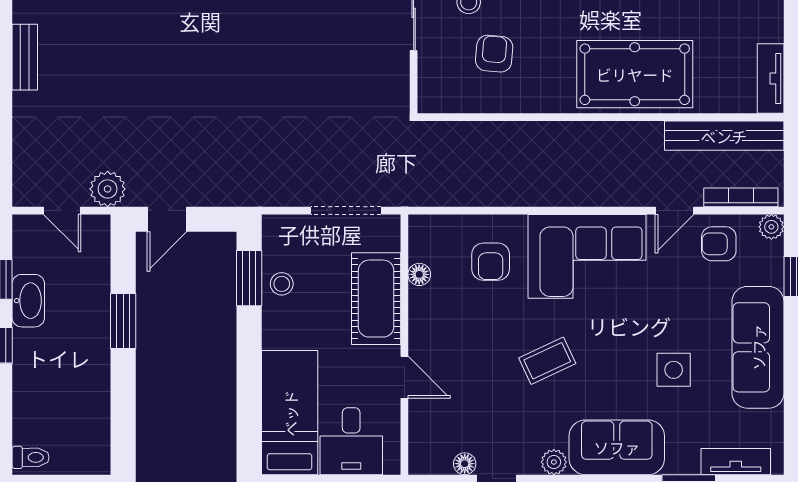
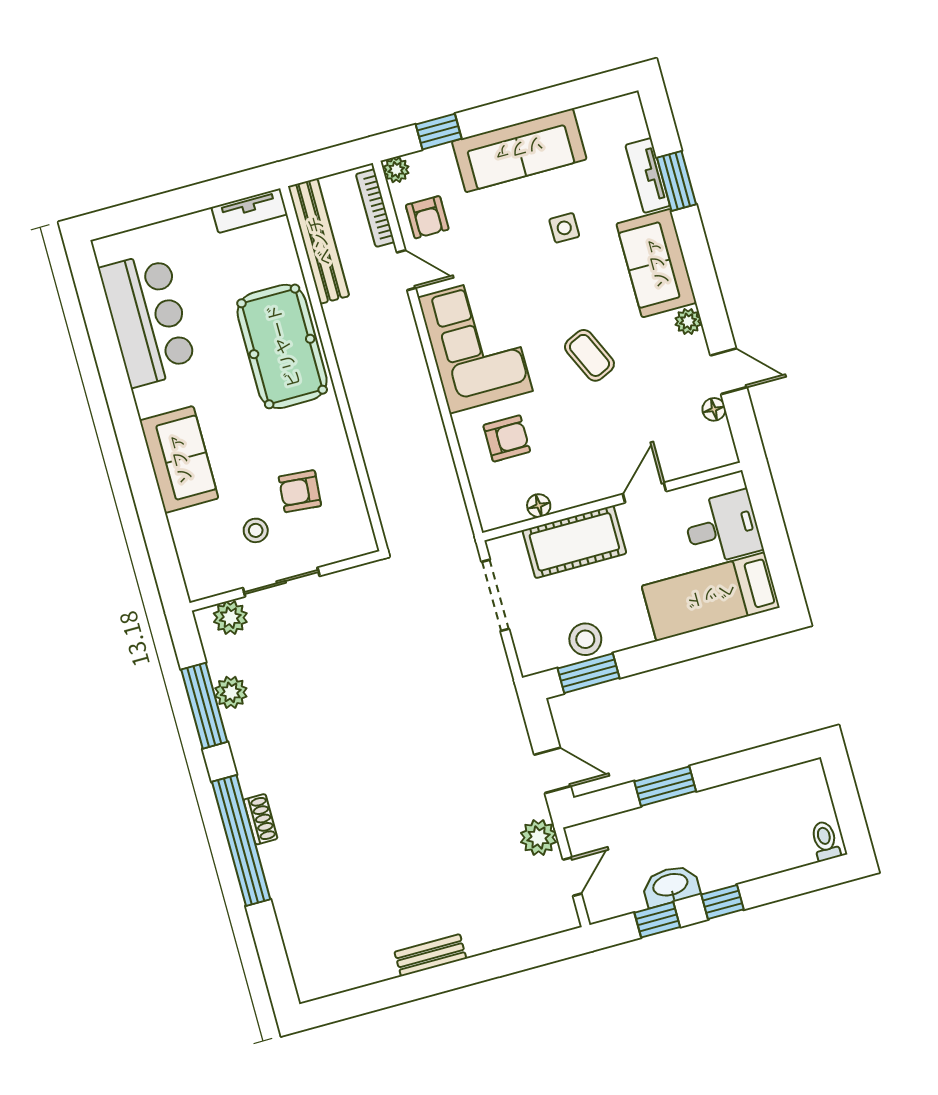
stool: (282, 284) -> (585, 639), width x1.37, depth x1.37
side table: (674, 370) -> (564, 228), width x0.73, depth x0.73
tv unit: (736, 462) -> (648, 175), moved

